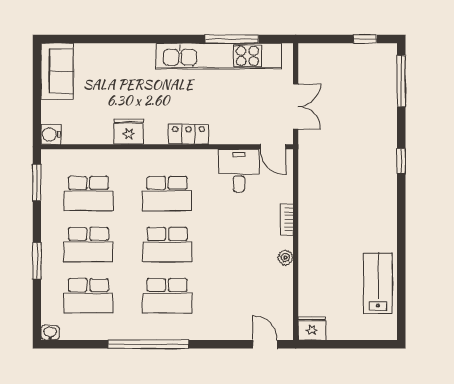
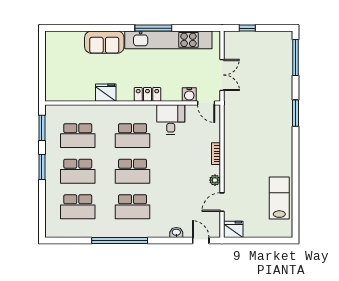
window: (232, 39) -> (153, 28), moved
window: (365, 39) -> (247, 28), moved
sofa: (57, 71) -> (104, 42), moved, turned 90
water cooler: (51, 134) -> (189, 94), moved, turned -90
window: (401, 161) -> (296, 113), width x1.50
desk: (239, 171) -> (171, 120), moved
window: (37, 261) -> (42, 167), moved
door: (296, 289) -> (222, 202), added
washbasin: (50, 333) -> (176, 233), moved

